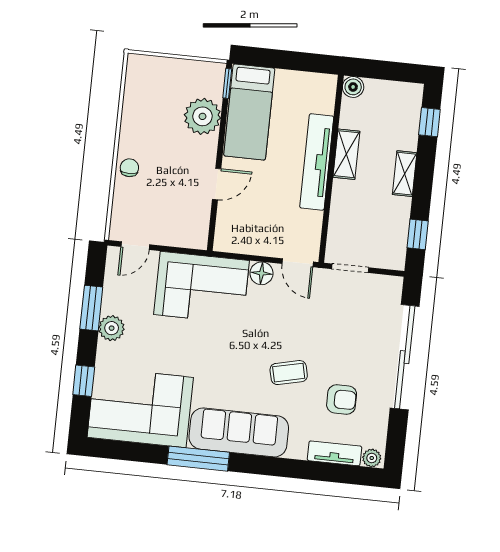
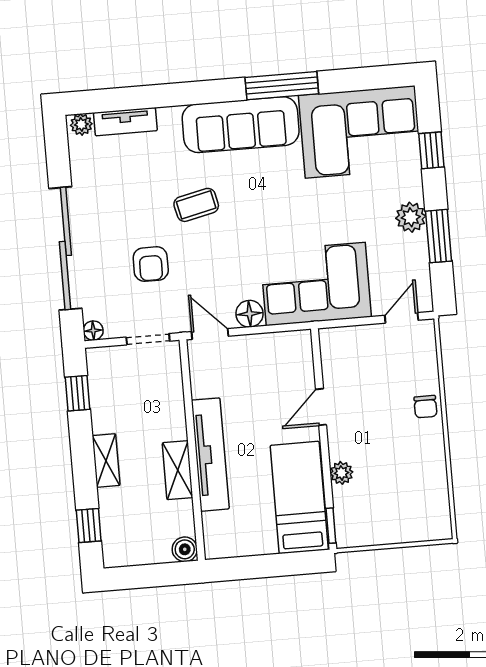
plant: (202, 116) -> (341, 473), width x0.53, depth x0.53
floor lamp: (395, 284) -> (93, 331), added
armchair: (342, 399) -> (151, 264), moved, turned -90

